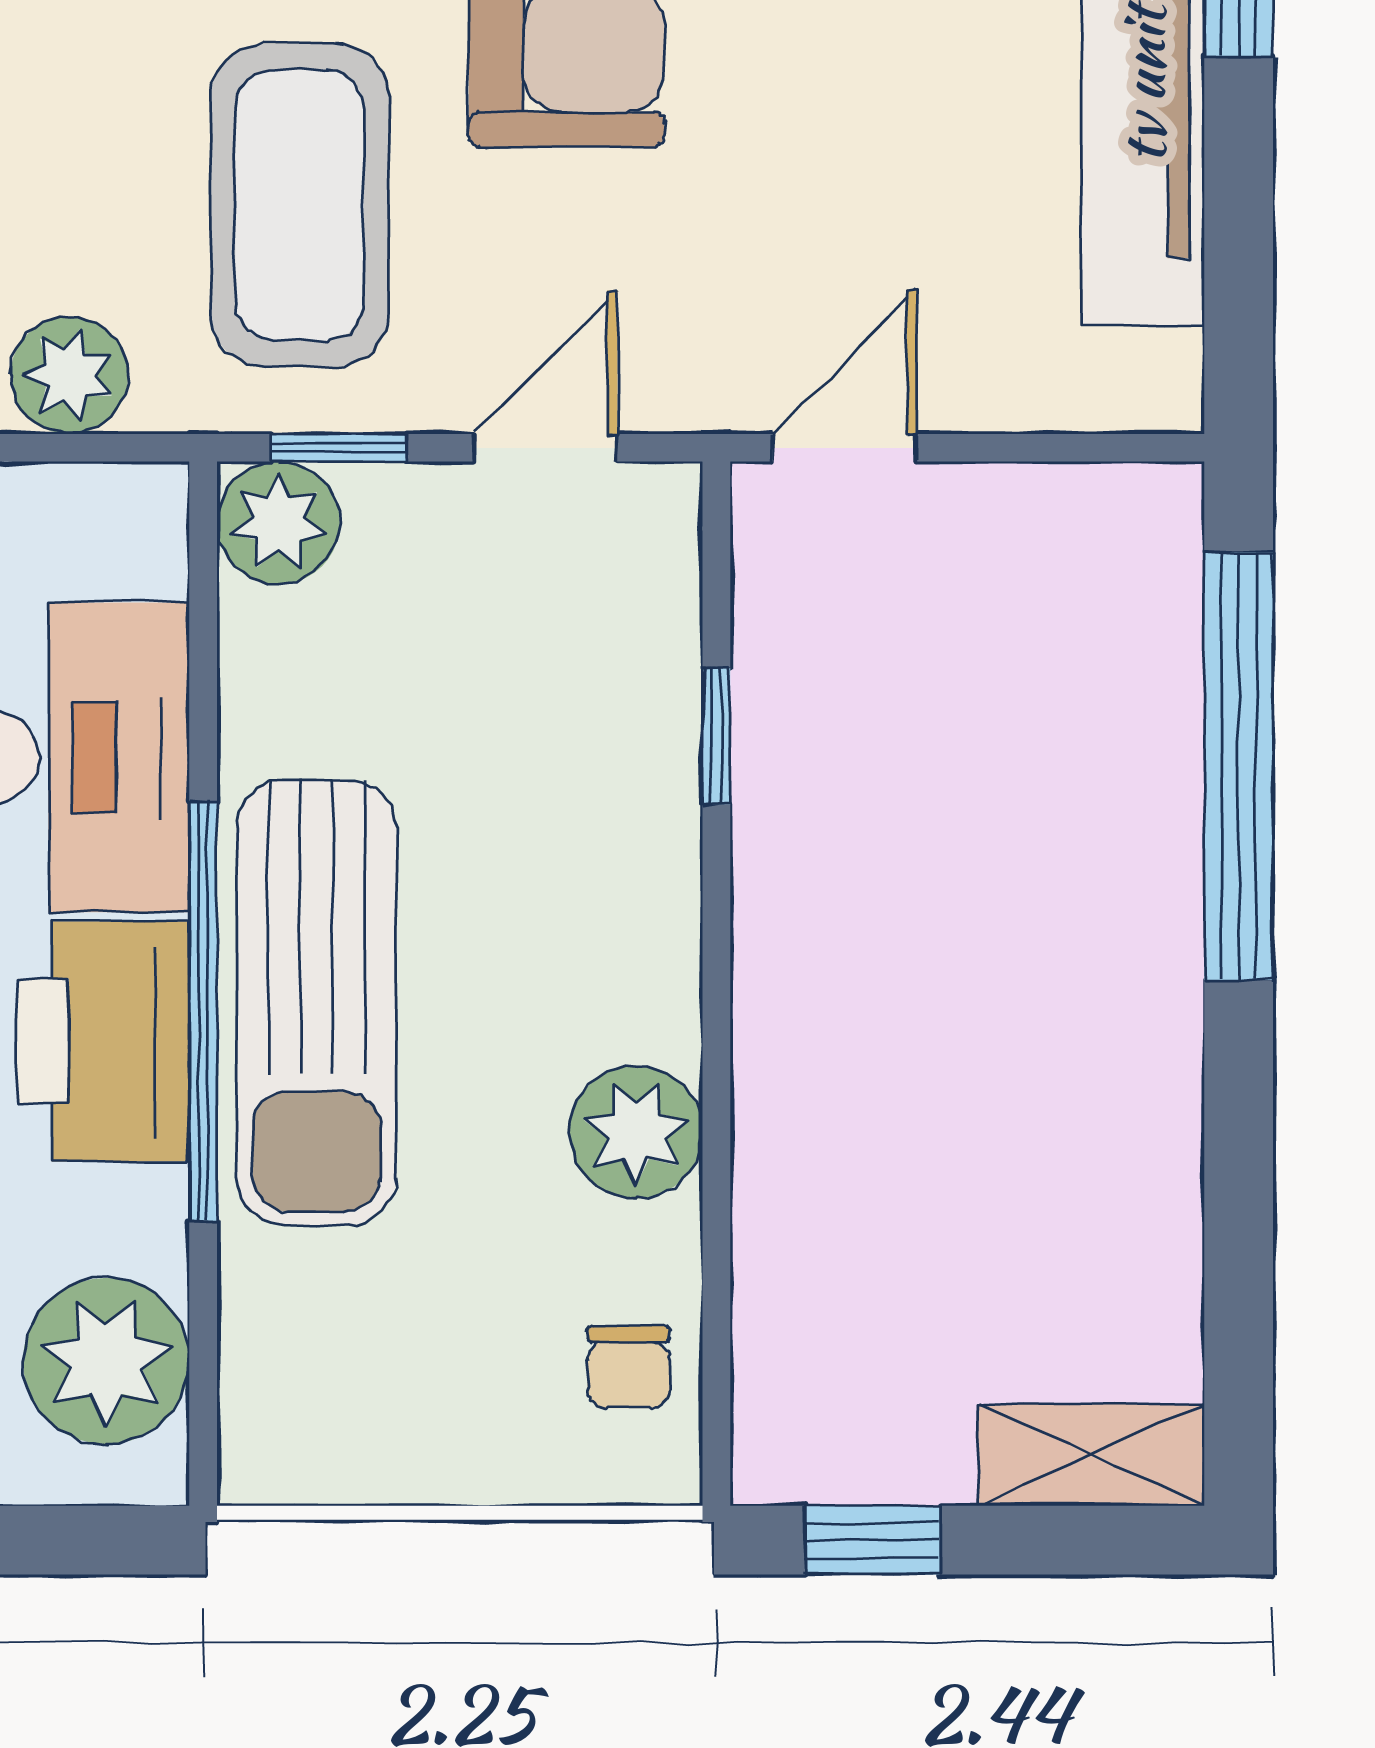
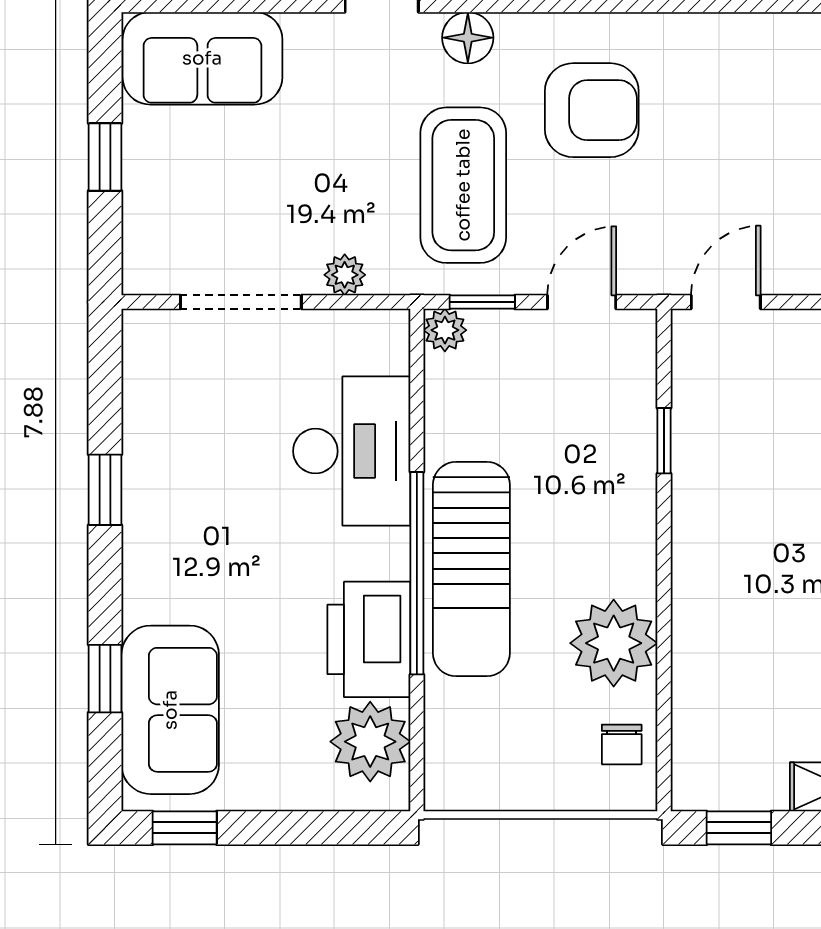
plant: (69, 375) -> (345, 275), width x0.73, depth x0.73
plant: (278, 523) -> (445, 330), width x0.73, depth x0.73
printer: (103, 1041) -> (369, 639), moved
plant: (636, 1132) -> (614, 643), width x1.36, depth x1.36

